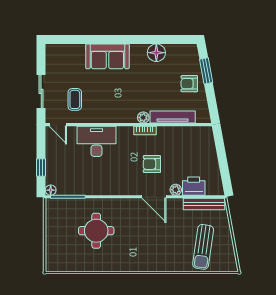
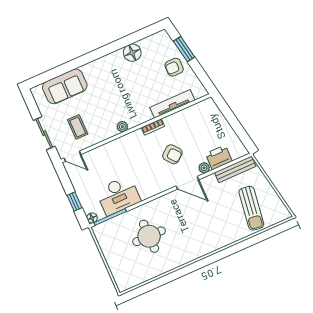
sofa: (107, 56) -> (65, 86), moved
plant: (143, 118) -> (122, 127), moved
desk: (96, 141) -> (118, 196), moved, turned 180
armchair: (152, 164) -> (172, 154), turned -129

